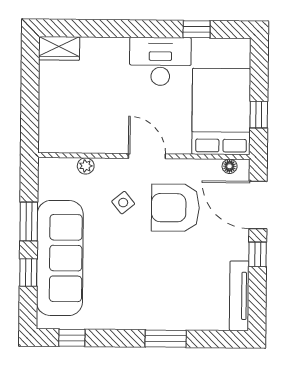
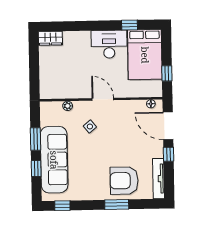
bed: (221, 112) -> (145, 55), moved, turned 180
armchair: (175, 208) -> (124, 181), moved

